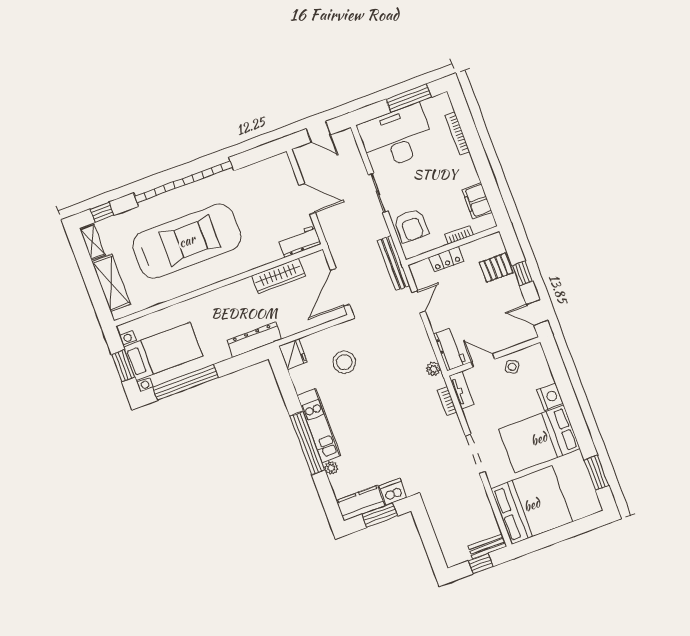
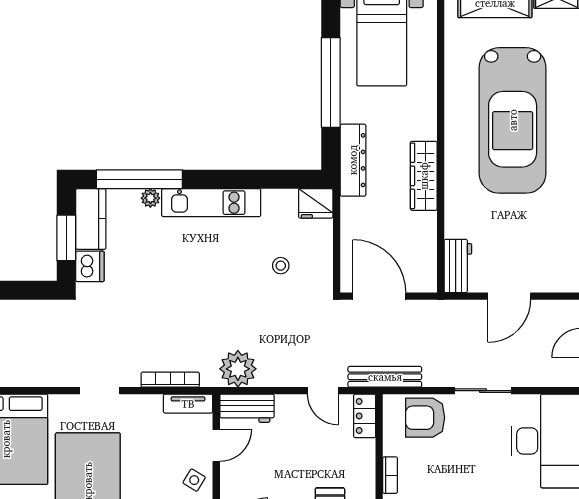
locker: (446, 259) -> (365, 416), moved
wardrobe: (278, 276) -> (424, 176), moved
stool: (344, 362) -> (281, 266), width x0.53, depth x0.53
plant: (433, 369) -> (238, 369), width x1.88, depth x1.88
window: (186, 382) -> (331, 83), moved
bookcase: (447, 401) -> (170, 380), width x1.56
window: (307, 443) -> (139, 179), moved
doorway: (475, 454) -> (100, 391), width x0.73

